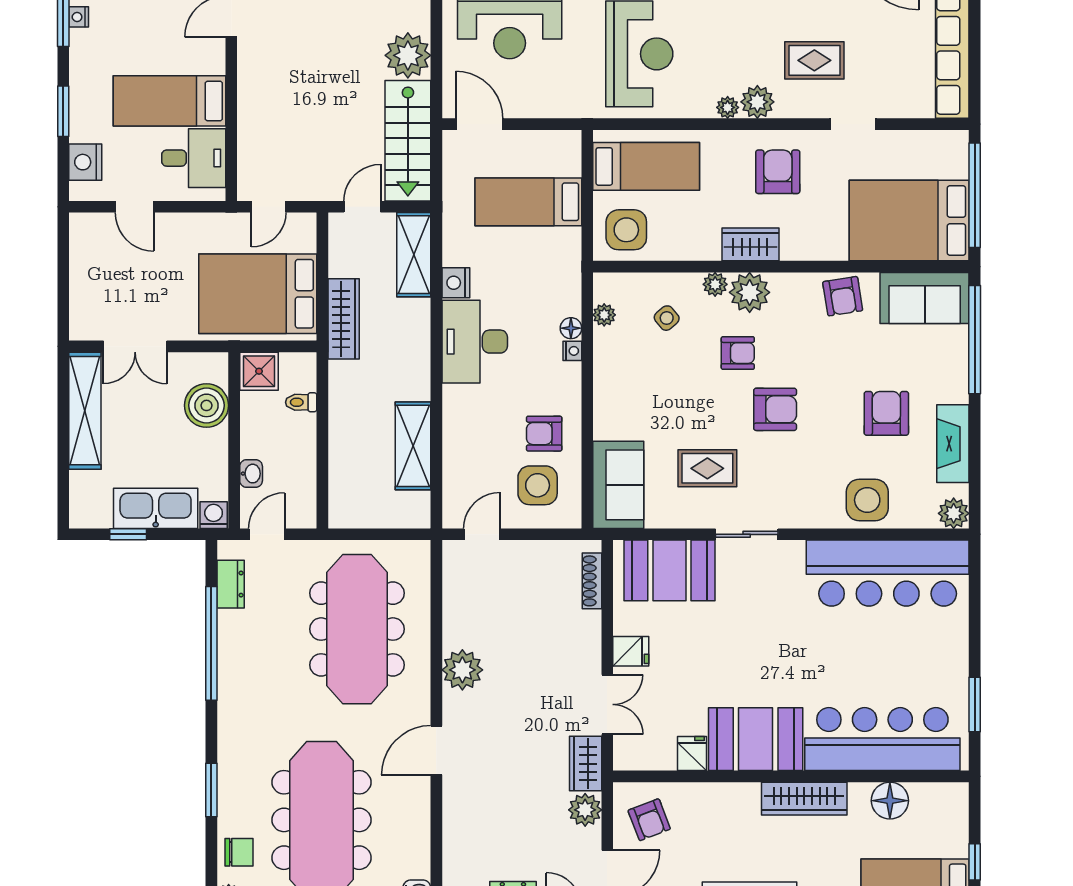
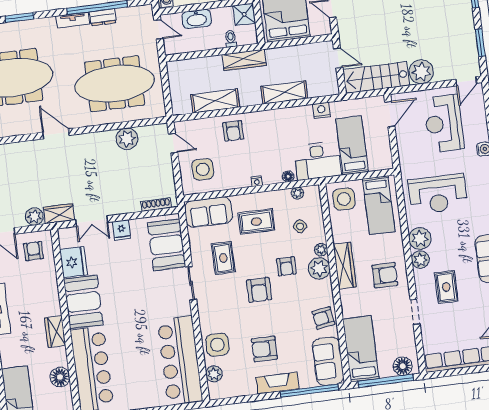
plant: (728, 107) -> (420, 239), width x1.88, depth x1.88
floor lamp: (951, 160) -> (403, 366), added
bed: (909, 220) -> (361, 349), width x0.67
wardrobe: (750, 244) -> (345, 266), width x1.50
shelving: (414, 255) -> (284, 92), moved
nightstand: (456, 283) -> (321, 110), moved
wardrobe: (344, 319) -> (244, 60), moved
desk: (475, 342) -> (318, 161), moved, turned 180
nightstand: (572, 351) -> (257, 181), moved
rug: (647, 398) -> (256, 222), added
armchair: (886, 413) -> (264, 349), turned 180
armchair: (544, 434) -> (233, 131), moved, turned 180
fireplace: (953, 444) -> (277, 383), moved
washbasin: (251, 474) -> (197, 19), width x1.91, depth x1.45
plant: (954, 513) -> (214, 374), moved
dresser: (231, 584) -> (103, 17), moved
plant: (462, 670) -> (127, 139), moved
tv unit: (229, 692) -> (73, 20), added
fridge: (692, 754) -> (74, 262), width x1.88, depth x1.34
wardrobe: (804, 799) -> (55, 332), width x0.67
armchair: (649, 820) -> (34, 251), turned 111

